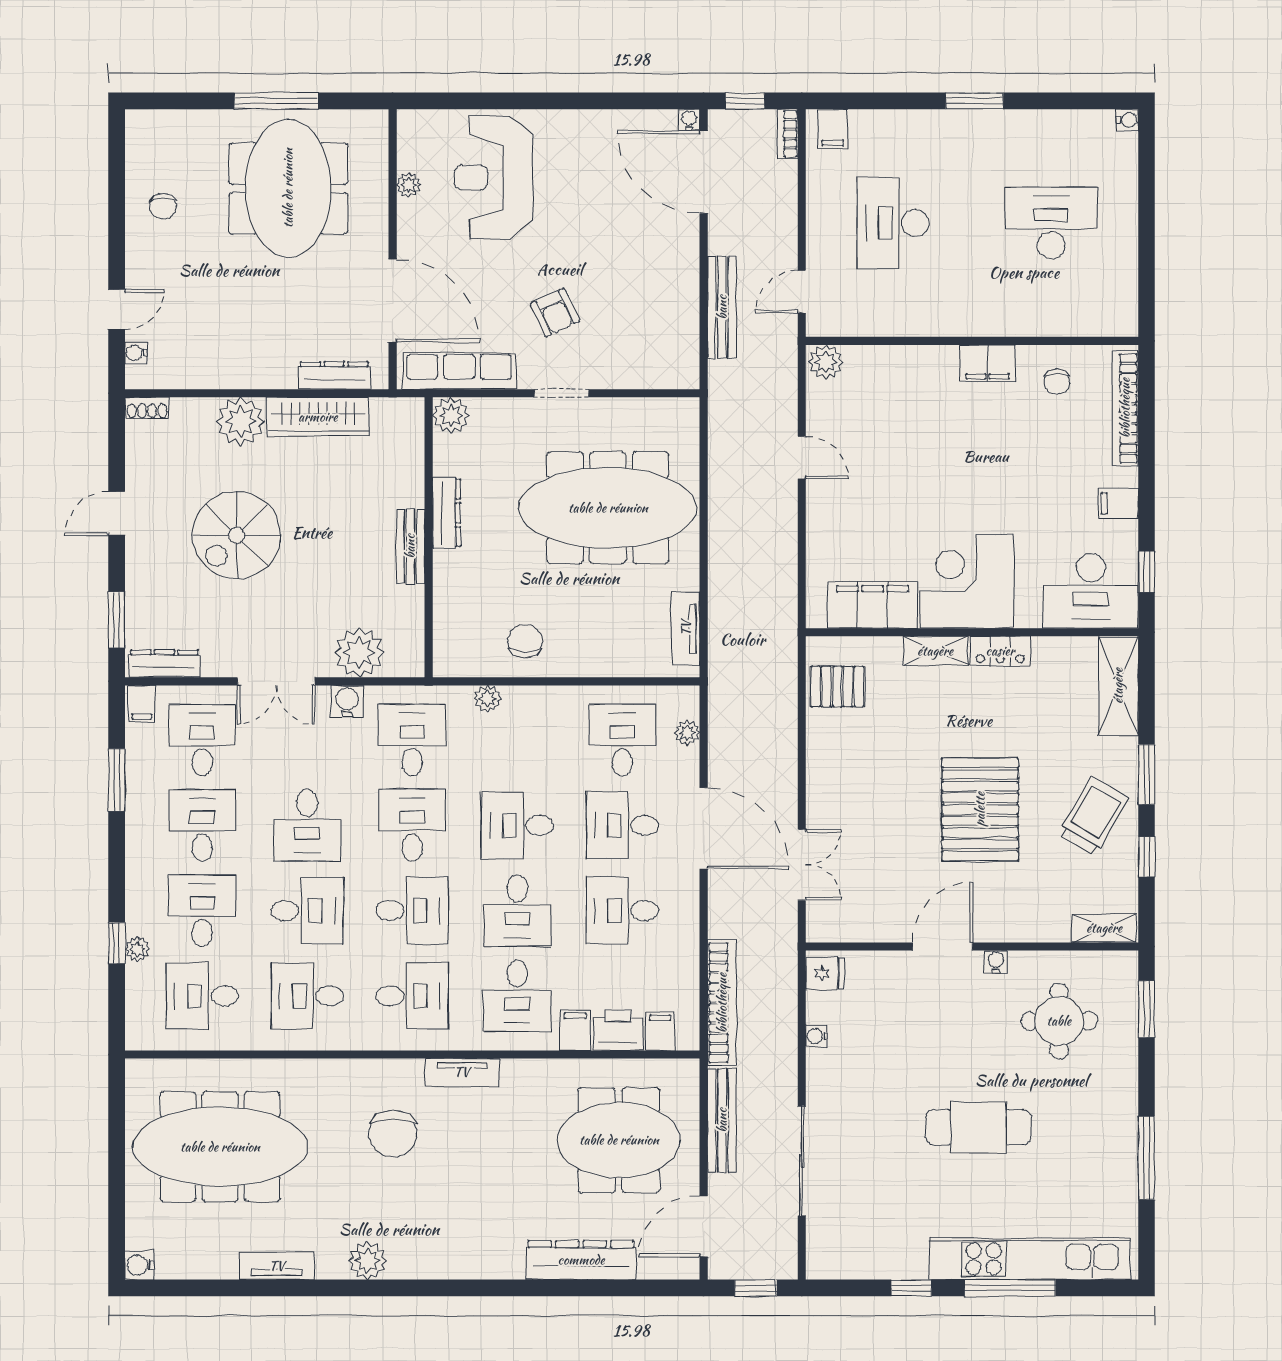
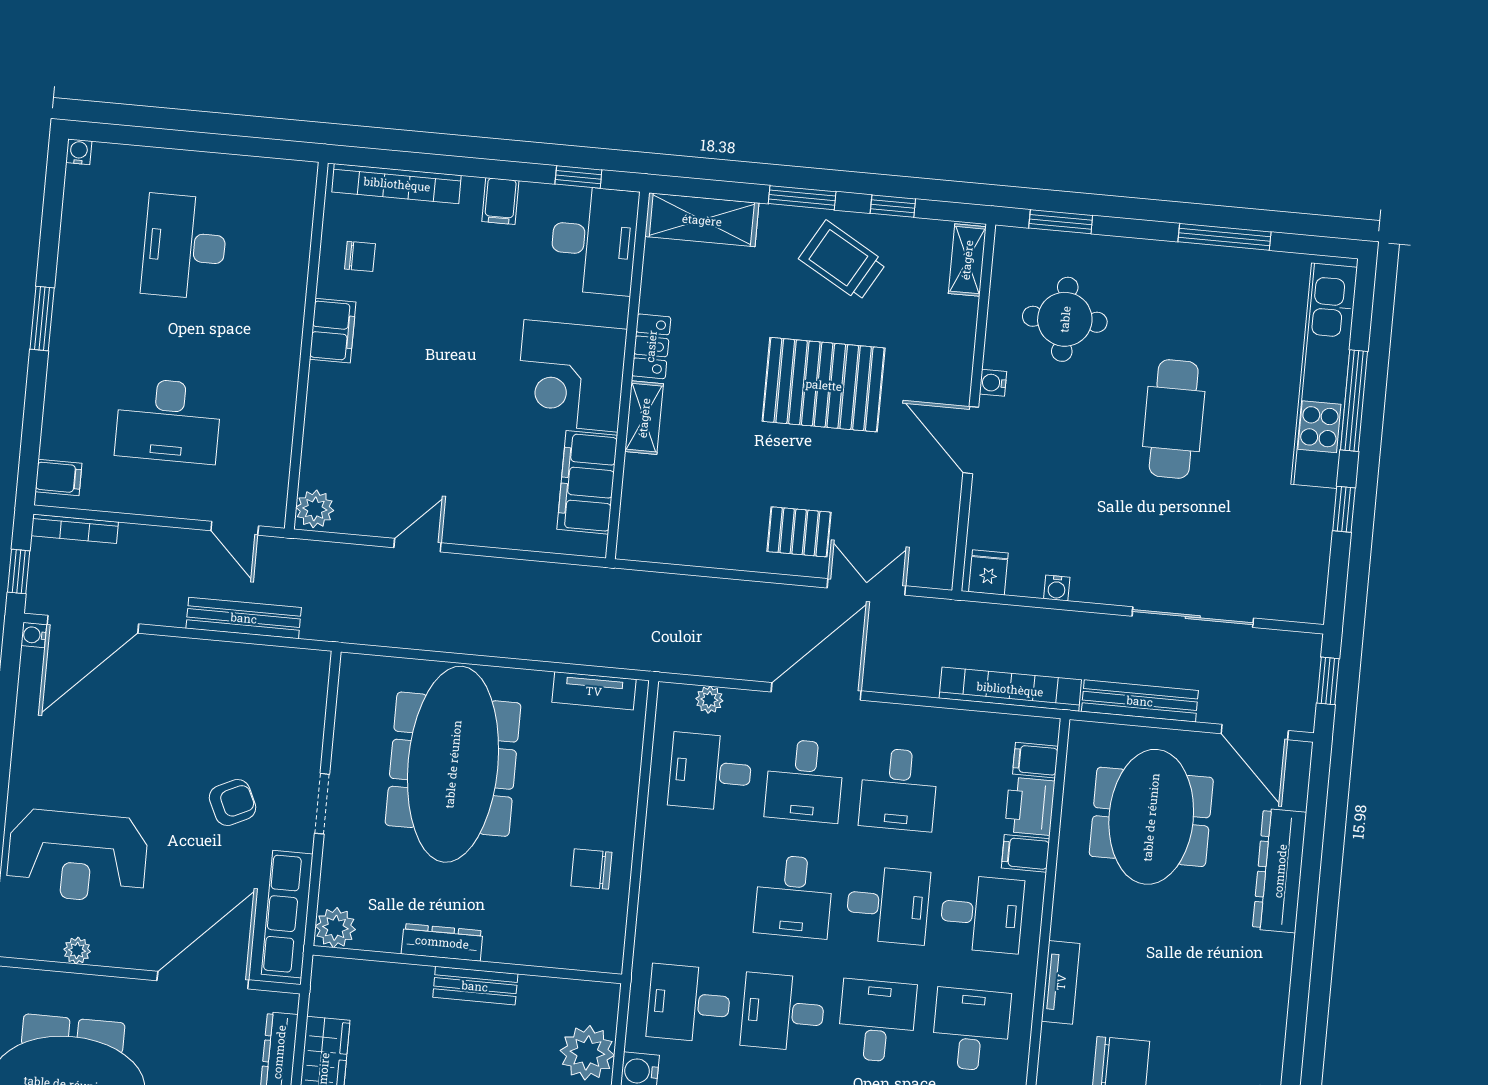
bookcase: (788, 134) -> (75, 529), width x1.56
pallet: (837, 686) -> (799, 532), moved, turned 90
plant: (488, 699) -> (651, 916), removed

